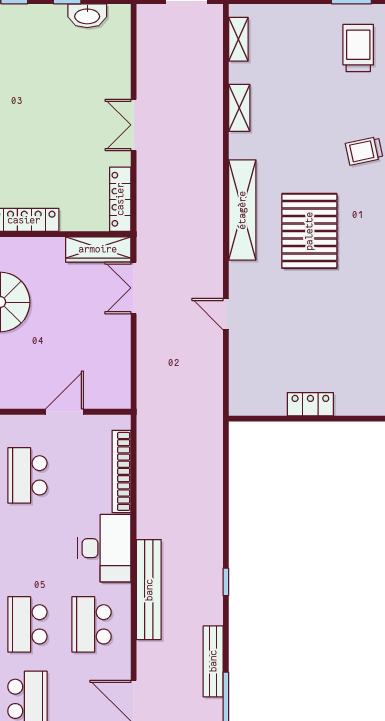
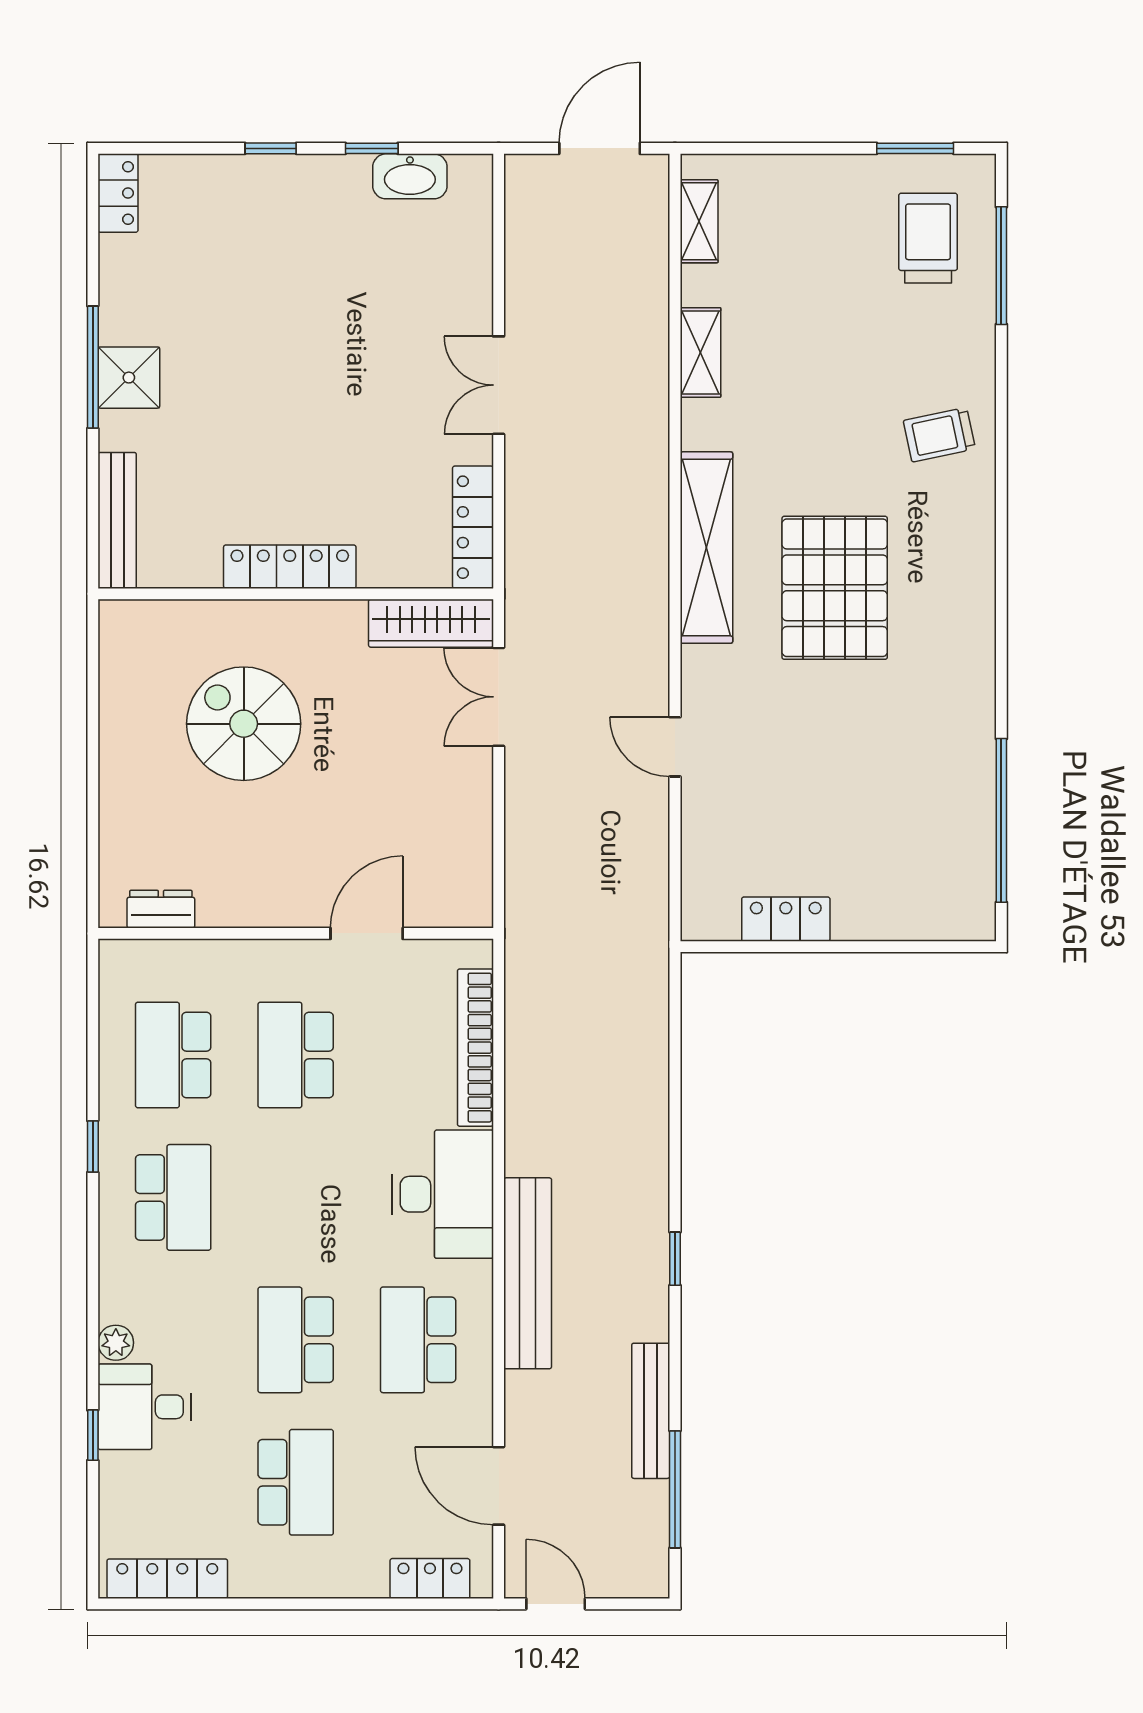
locker: (310, 404) -> (786, 919), moved

